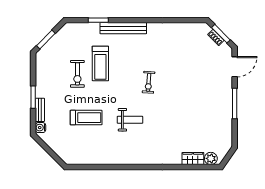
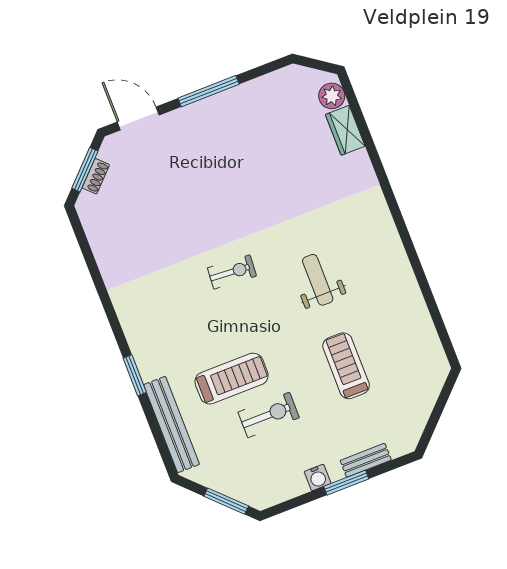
window: (98, 20) -> (135, 375), moved
bench: (123, 28) -> (172, 425), moved
water cooler: (40, 128) -> (318, 477), moved

